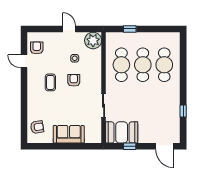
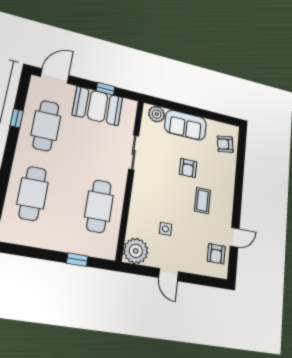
door: (24, 61) -> (235, 237), hinge flipped
cafe table: (143, 65) -> (46, 126), moved
armchair: (74, 80) -> (188, 168), moved
booth: (122, 132) -> (98, 106), moved
plant: (91, 137) -> (157, 114), added
door: (165, 146) -> (55, 76), hinge flipped

